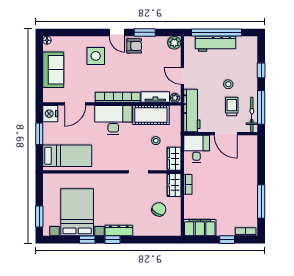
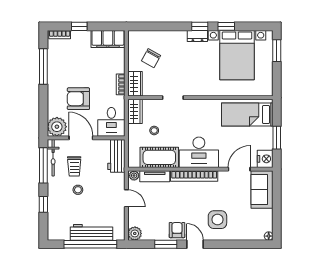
armchair: (134, 46) -> (177, 230), turned 90
sofa: (53, 70) -> (262, 189), moved
workbench: (192, 111) -> (116, 156), width x0.73
plant: (248, 144) -> (57, 127), added
armchair: (228, 171) -> (78, 99), added
dresser: (119, 231) -> (197, 36), width x0.70

